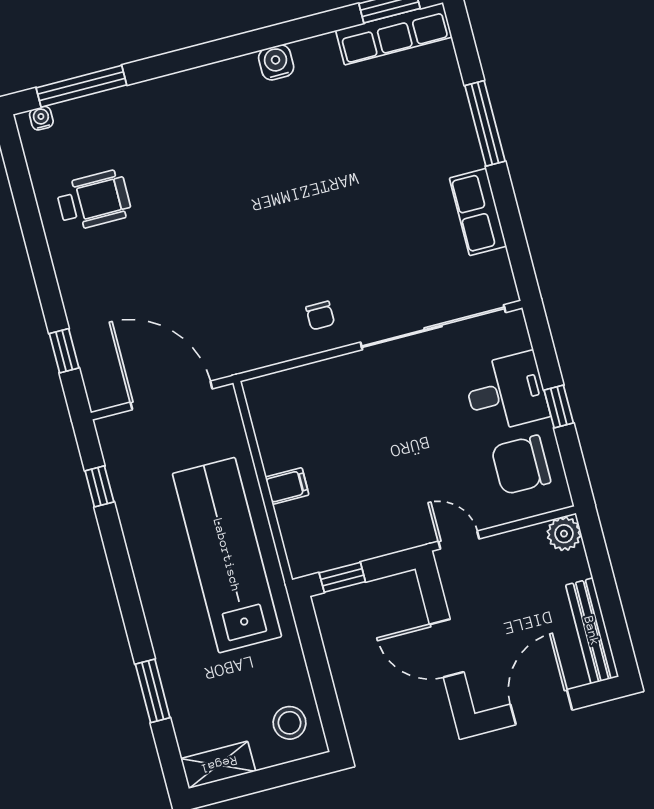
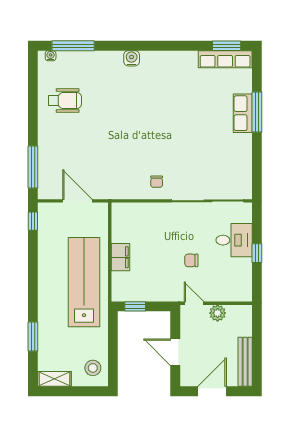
water cooler: (276, 62) -> (132, 58), moved
row of seats: (478, 212) -> (243, 113), moved
window: (64, 351) -> (33, 167), width x2.17
door: (171, 395) -> (77, 201), width x0.73
chair: (521, 465) -> (191, 260), moved, width x0.54, depth x0.54
window: (99, 486) -> (33, 221), moved
filing cabinet: (287, 486) -> (120, 257), width x2.00
plant: (564, 534) -> (218, 313), moved

